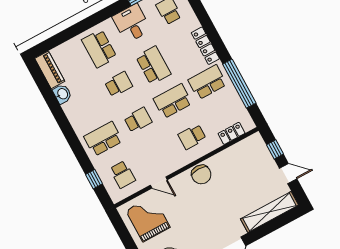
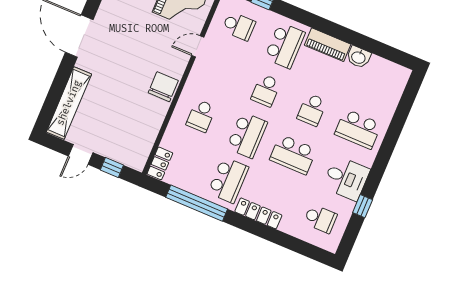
school desk: (99, 49) -> (358, 129), turned 180
piano: (50, 70) -> (328, 45), moved
locker: (232, 133) -> (160, 163), moved
school desk: (192, 137) -> (201, 116), turned 180
school desk: (123, 174) -> (239, 26), turned 180
chair: (201, 174) -> (163, 87), turned 90

